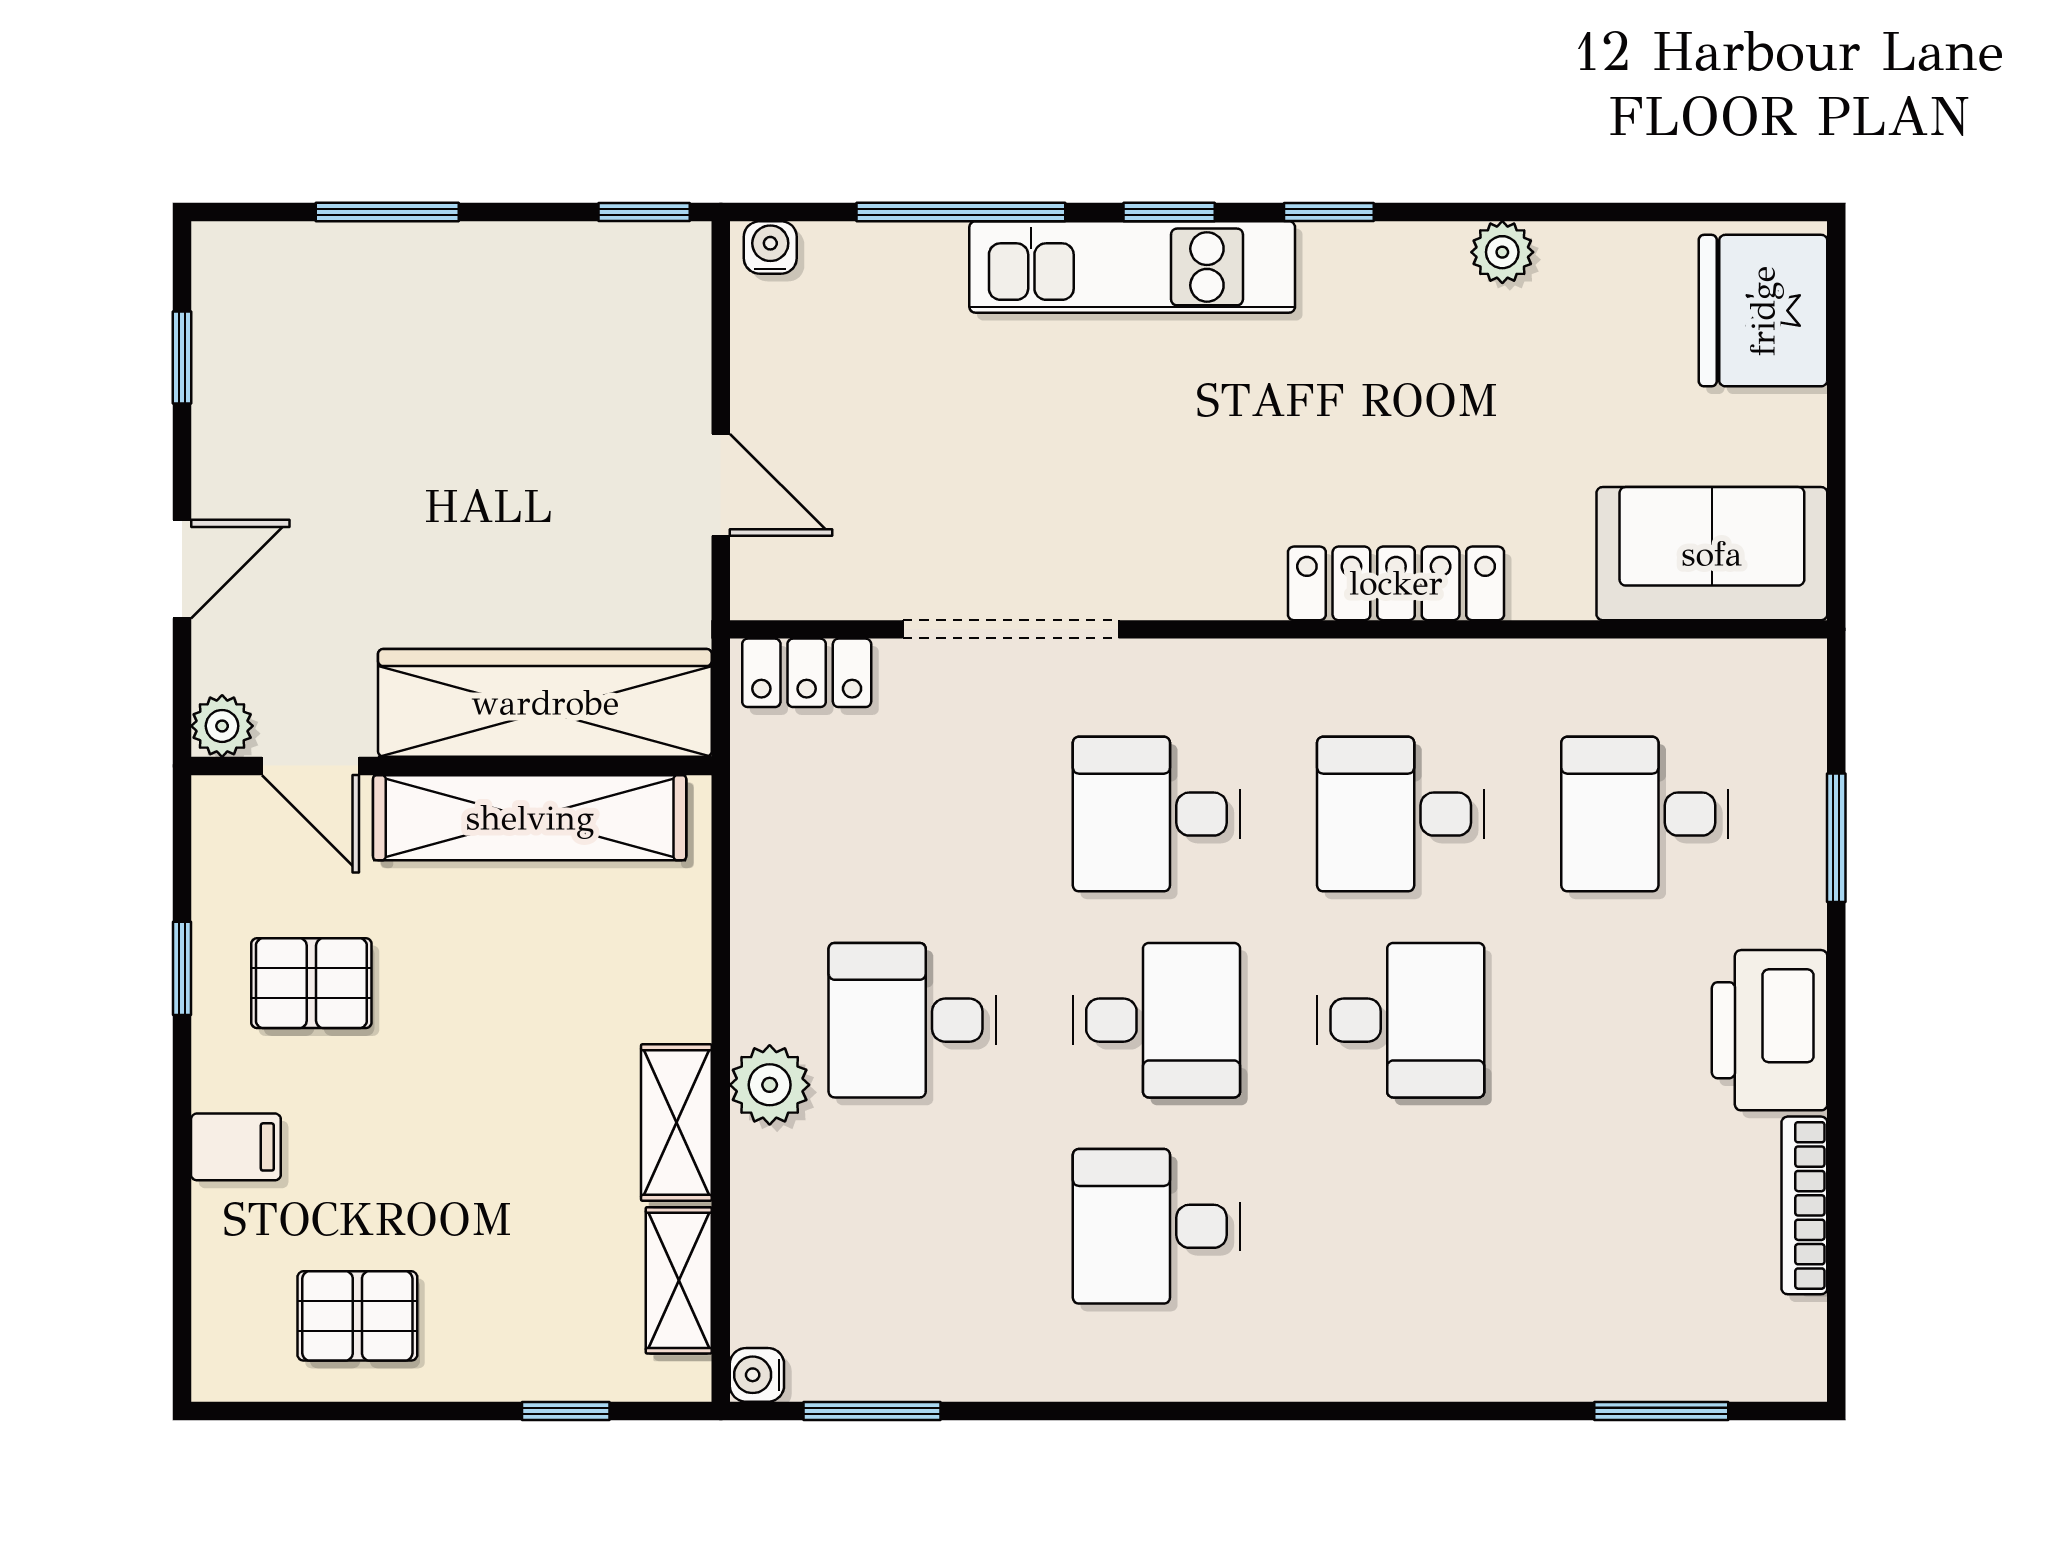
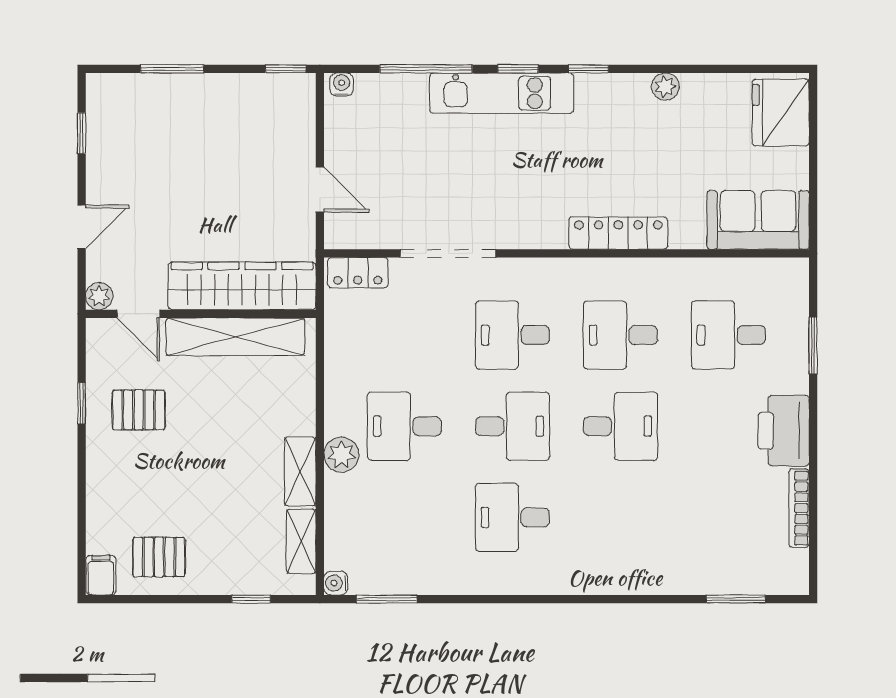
filing cabinet: (236, 1147) -> (101, 575), moved, turned -90

